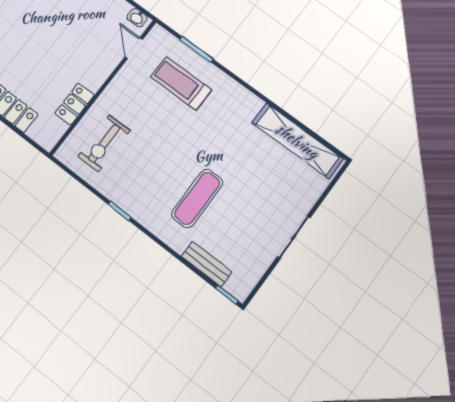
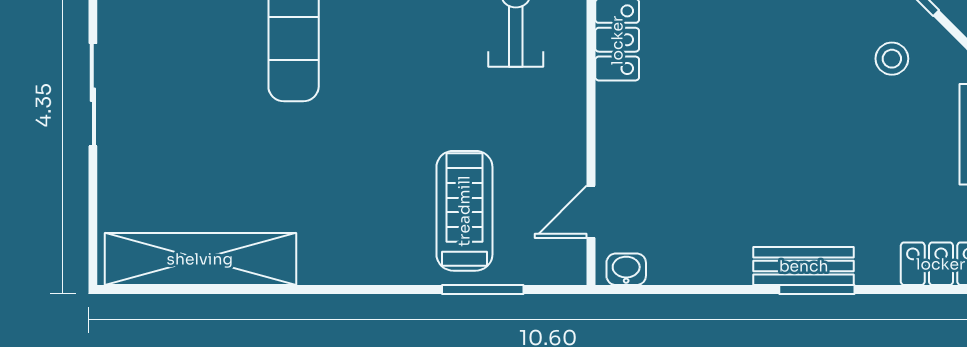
door: (134, 48) -> (591, 212), swing flipped
treadmill: (181, 83) -> (464, 211), turned -90

